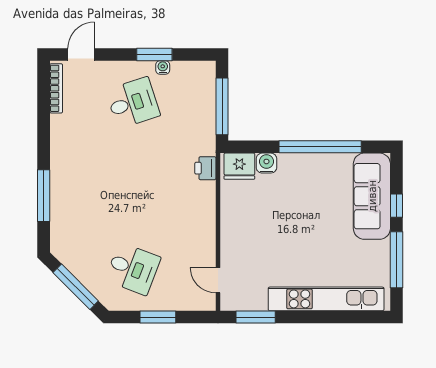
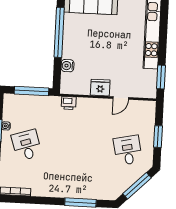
fridge: (239, 166) -> (100, 88), moved, turned -90
desk: (133, 269) -> (128, 150), turned -33
door: (218, 280) -> (121, 98), moved

